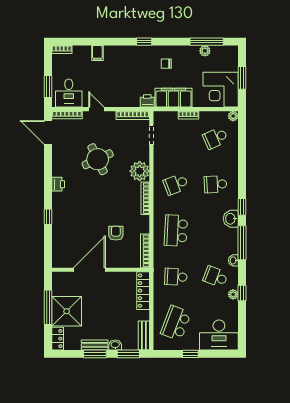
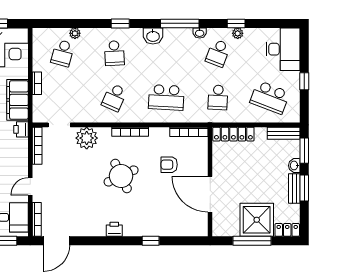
plant: (233, 116) -> (75, 33), moved
school desk: (215, 138) -> (63, 53), turned 39
round table: (98, 159) -> (121, 176), moved
plant: (140, 171) -> (87, 138), moved
school desk: (176, 184) -> (114, 97), turned 45
window: (242, 207) -> (120, 23), moved

